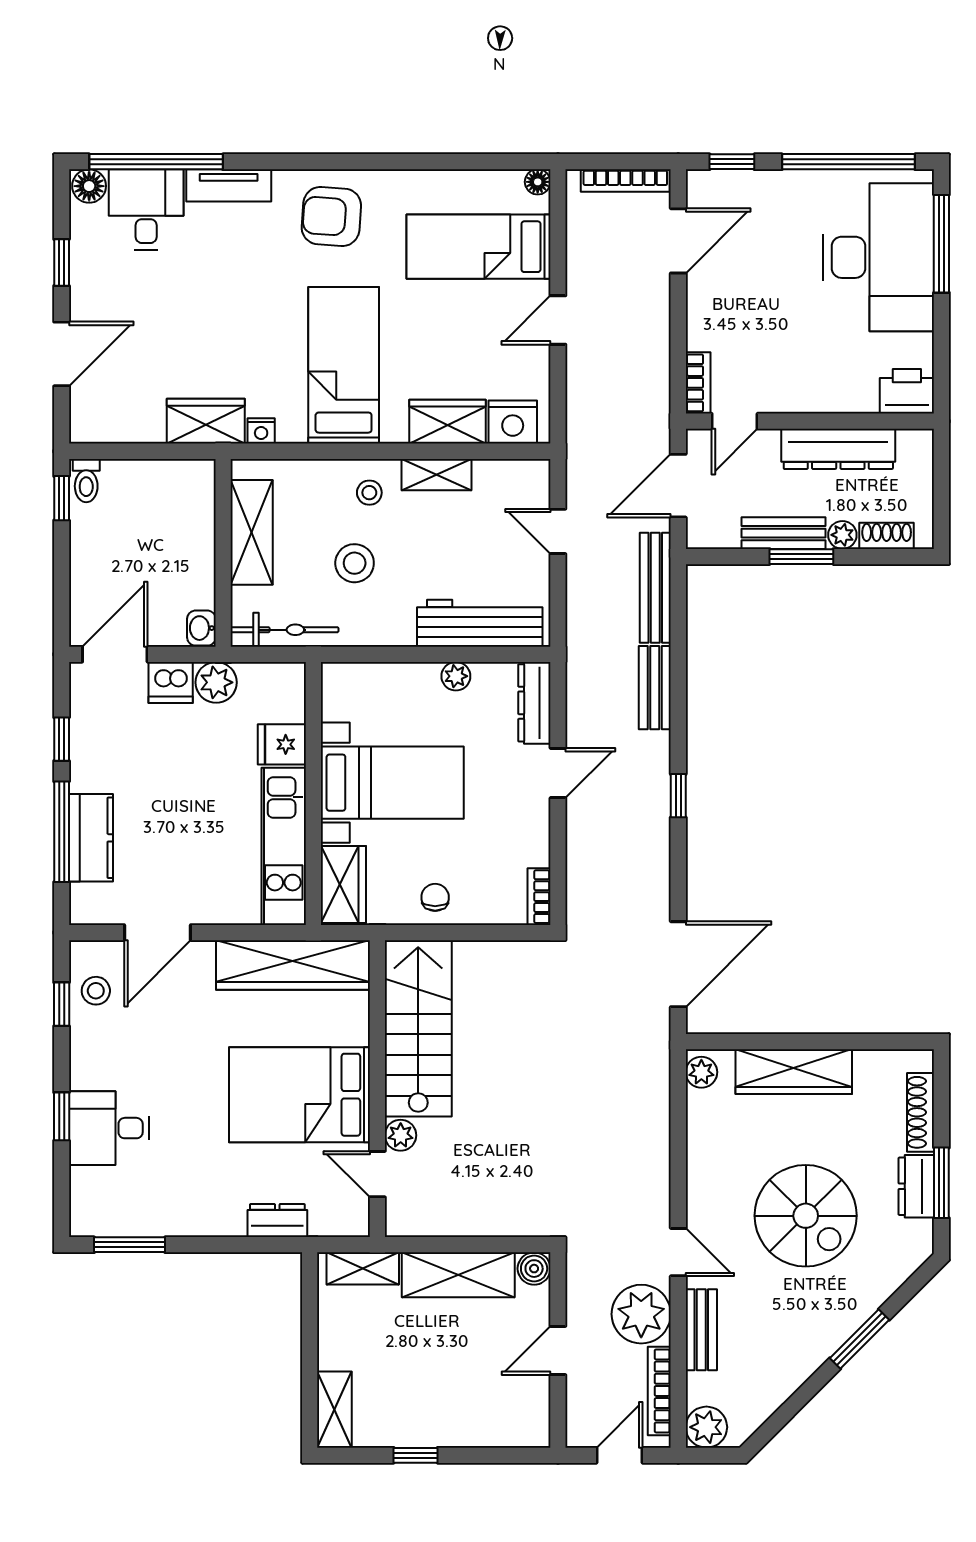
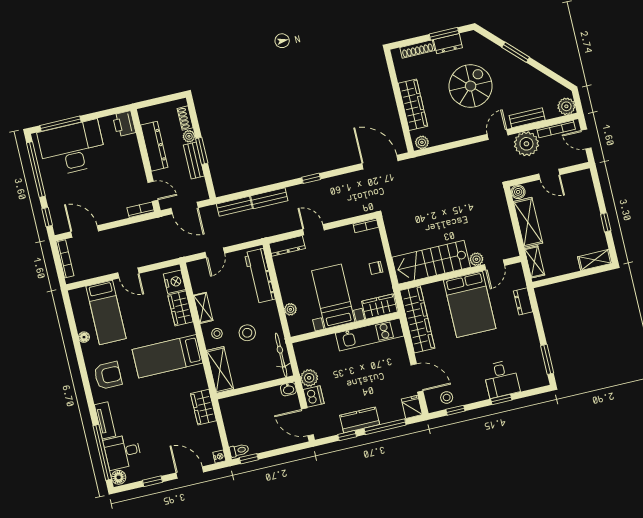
floor lamp: (538, 182) -> (84, 337), moved
armchair: (331, 216) -> (108, 375), turned -94
nightstand: (261, 431) -> (219, 457), moved
shelving: (252, 532) -> (220, 370), moved, turned 90
bench: (655, 588) -> (234, 206), width x0.73
plant: (456, 676) -> (290, 309), moved
fridge: (282, 744) -> (412, 407), moved, turned 180
kitchen counter: (91, 838) -> (360, 420), moved

